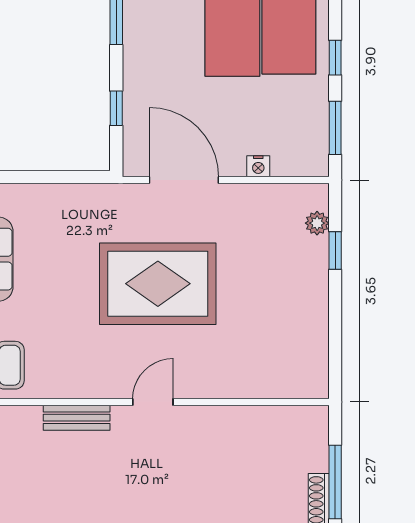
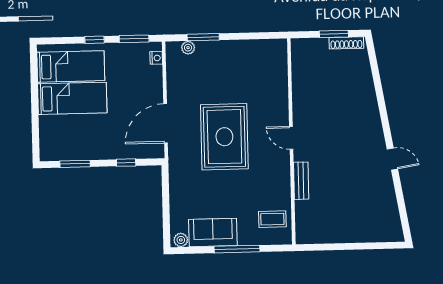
nightstand: (258, 166) -> (156, 58), moved
window: (335, 250) -> (203, 37), width x1.50
window: (335, 482) -> (334, 34), width x0.69

